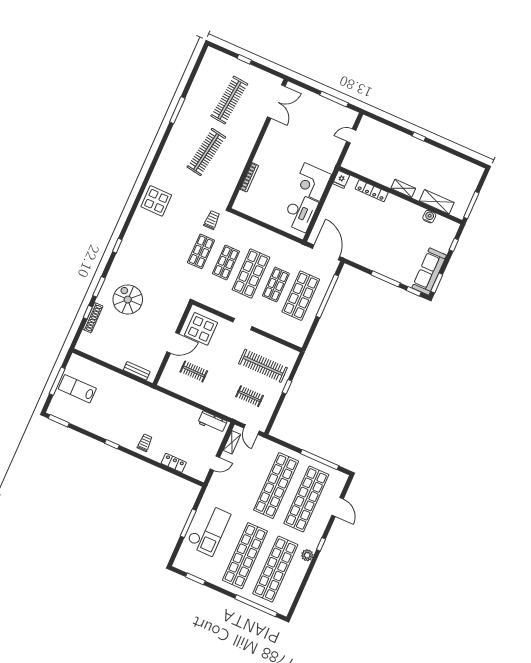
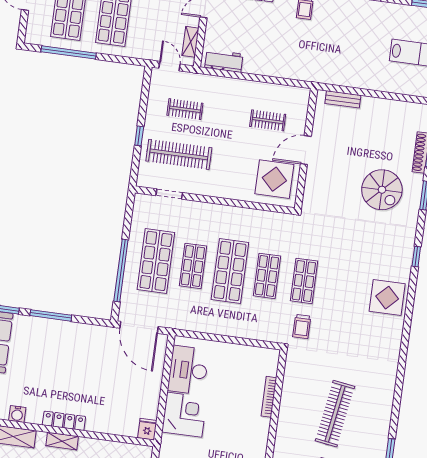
locker: (372, 191) -> (64, 421), moved
display table: (156, 201) -> (387, 298), moved
doorway: (242, 324) -> (169, 194), moved

